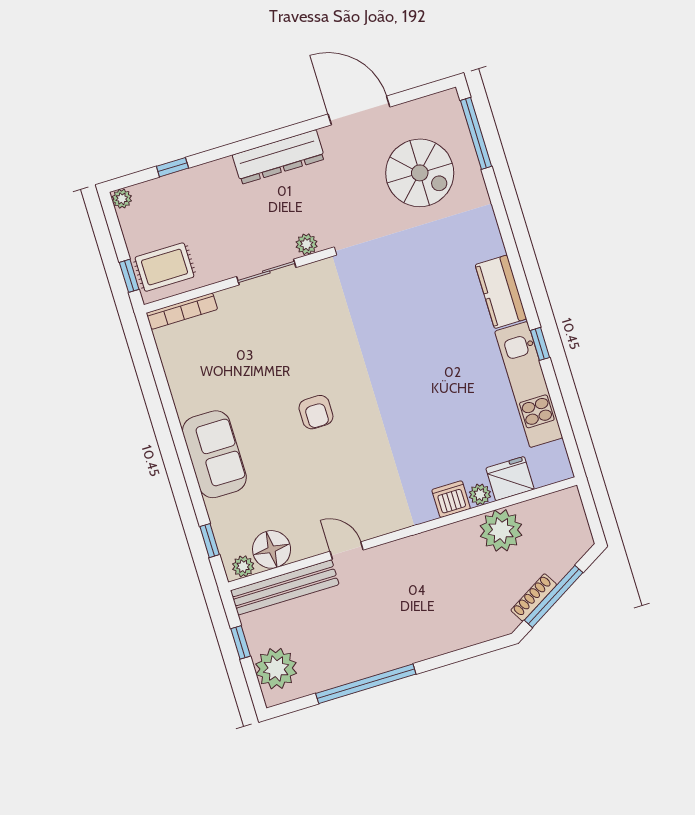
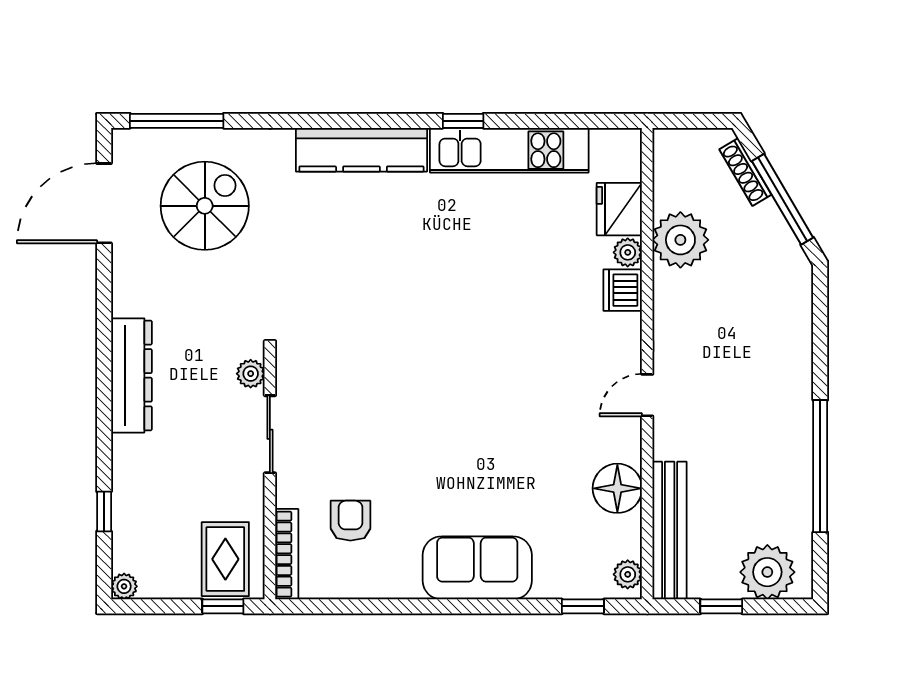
door: (359, 111) -> (104, 203), moved
kitchen counter: (501, 292) -> (361, 150), width x1.50
armchair: (316, 412) -> (350, 521), moved, turned -90
floor lamp: (272, 549) -> (617, 488), moved
door: (347, 551) -> (647, 395), moved
shoe rack: (534, 597) -> (745, 172), moved

